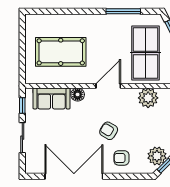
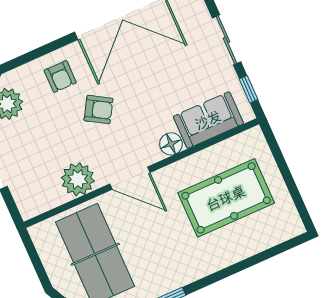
door: (108, 86) -> (130, 178), hinge flipped
plant: (148, 98) -> (78, 179), moved
armchair: (121, 158) -> (60, 77), turned 90

